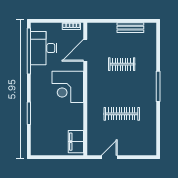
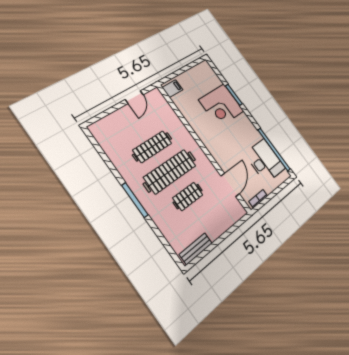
bench: (130, 28) -> (196, 249), moved
corner desk: (68, 87) -> (221, 106), moved, turned 180
clothes rail: (122, 89) -> (170, 171), added
filing cabinet: (76, 142) -> (172, 89), width x0.50

